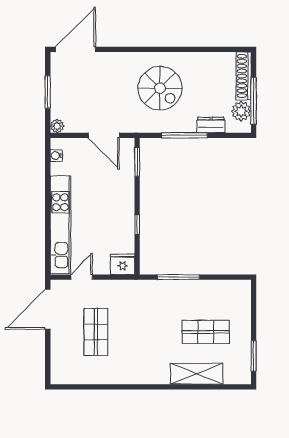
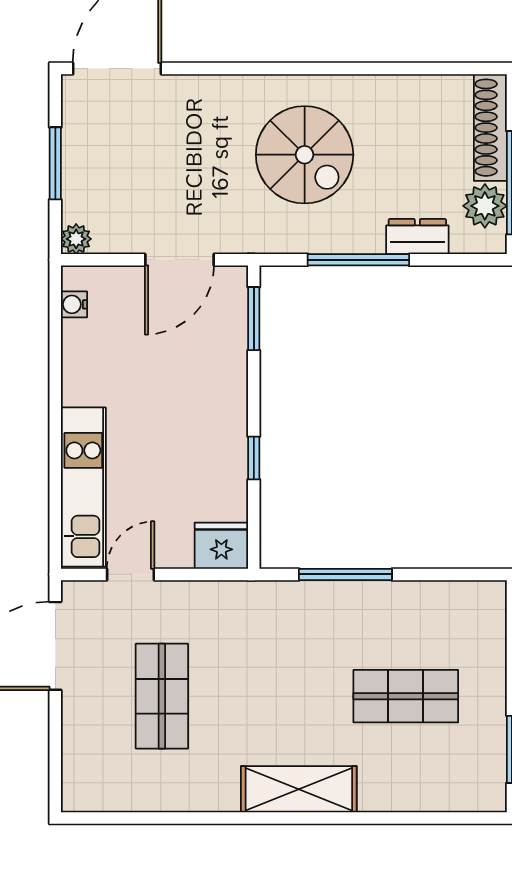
door: (104, 135) -> (179, 260), hinge flipped
kitchen unit: (60, 225) -> (83, 487), width x0.73
shelving: (197, 374) -> (299, 789), moved

